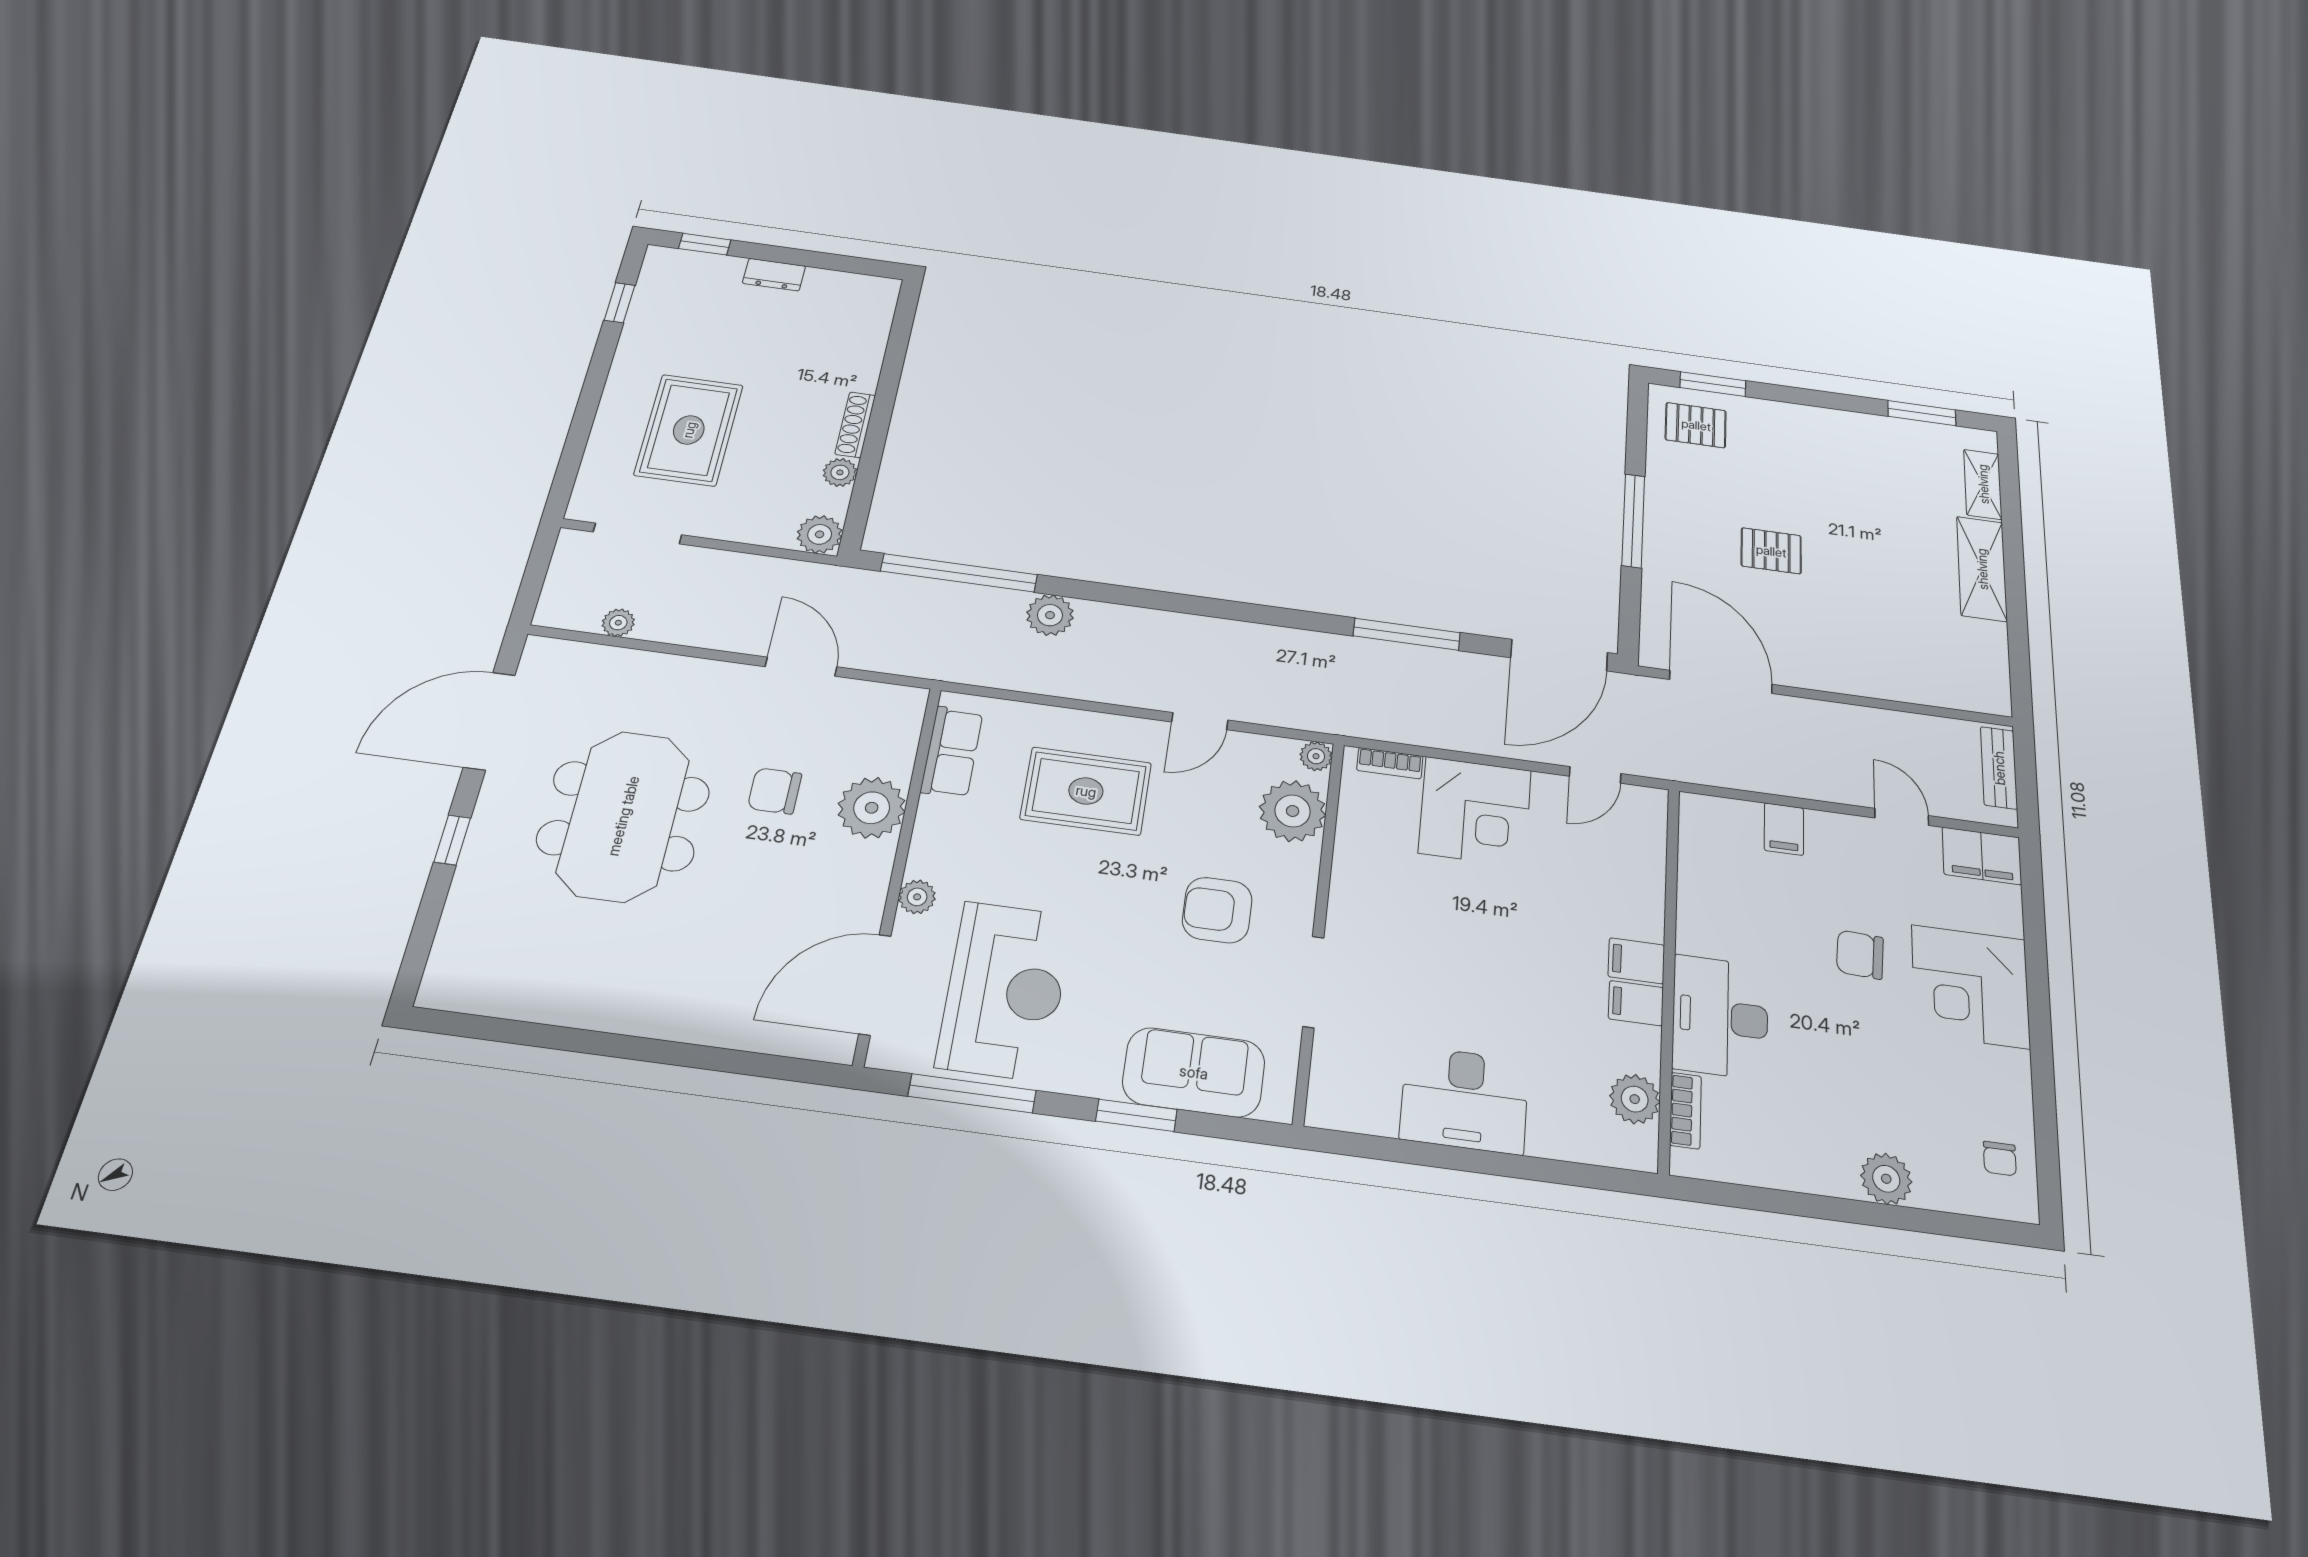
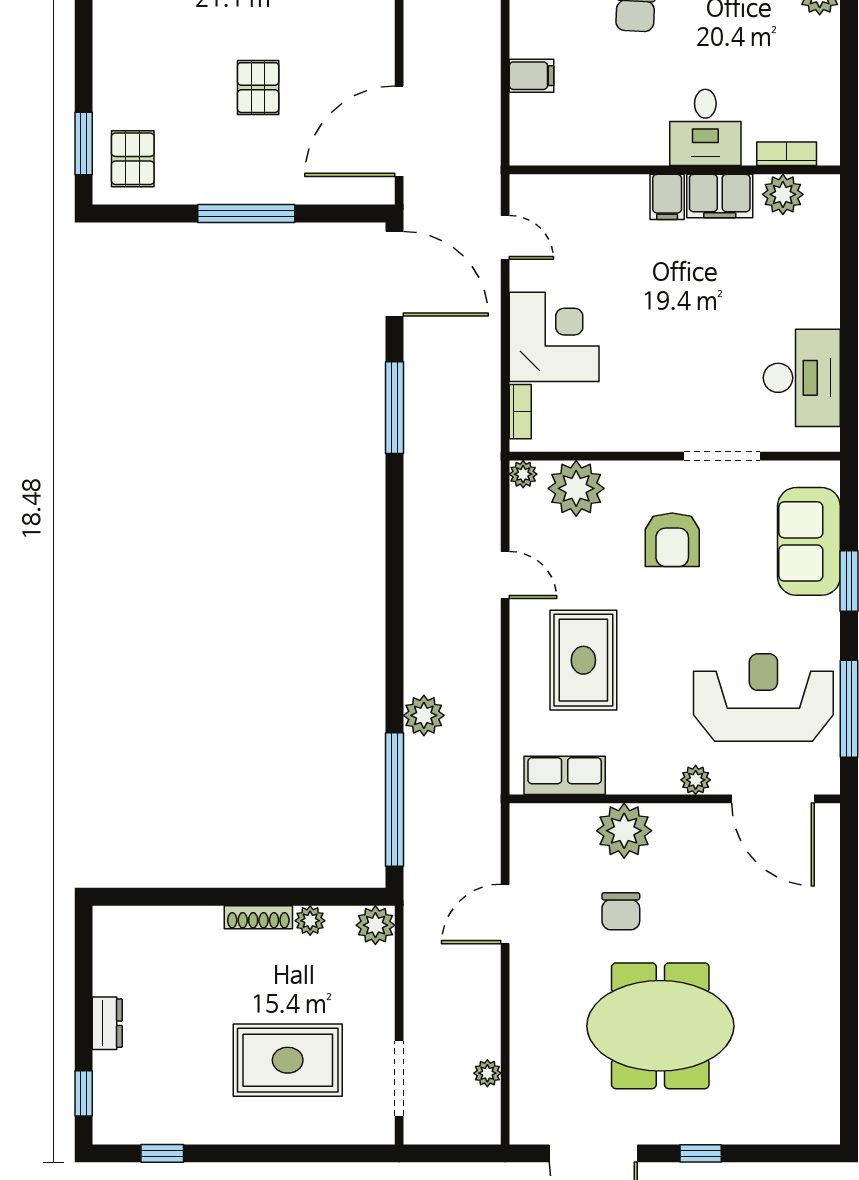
filing cabinet: (1636, 1003) -> (720, 196), width x2.00
desk: (1720, 1017) -> (705, 127), width x0.73
desk: (1464, 1100) -> (802, 378), moved

